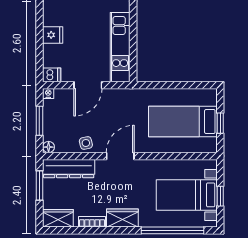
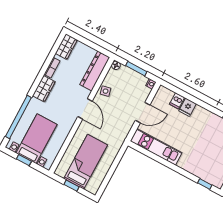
dishwasher: (52, 75) -> (177, 101), moved
door: (88, 85) -> (143, 113), swing flipped
window: (39, 186) -> (94, 46), removed

